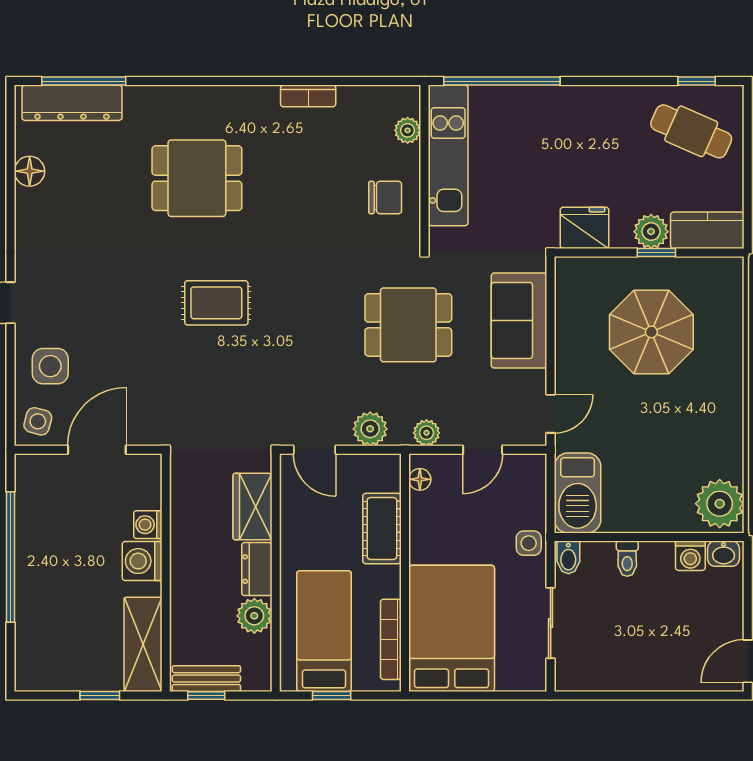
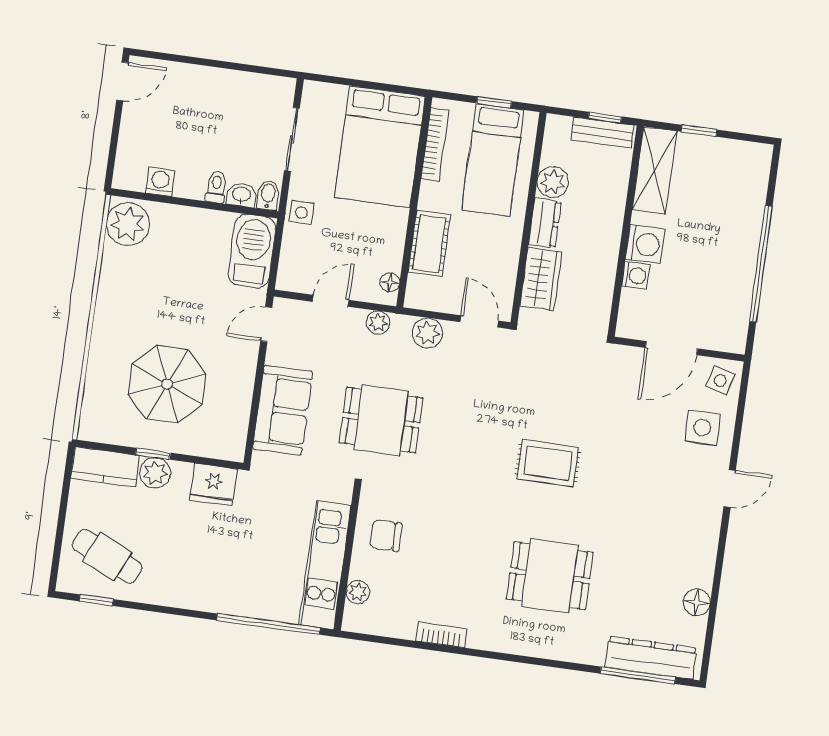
washbasin: (724, 554) -> (241, 195), moved

